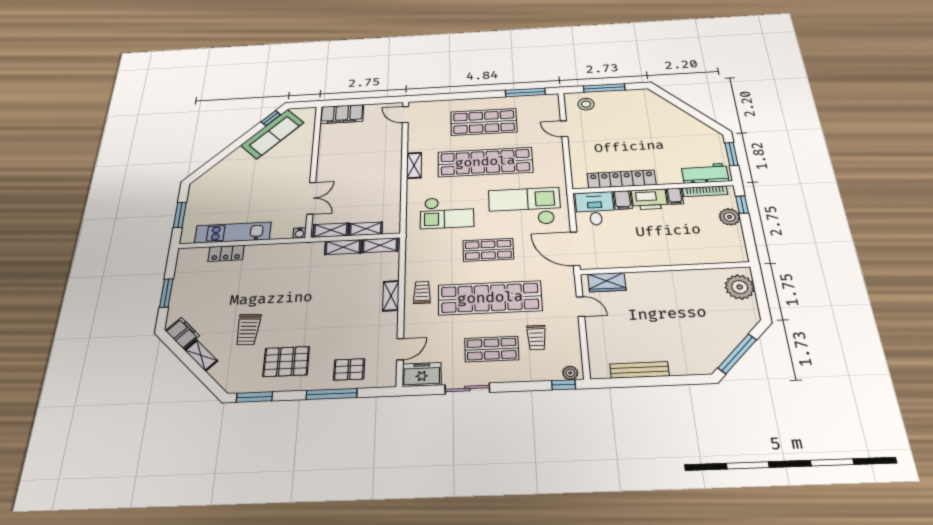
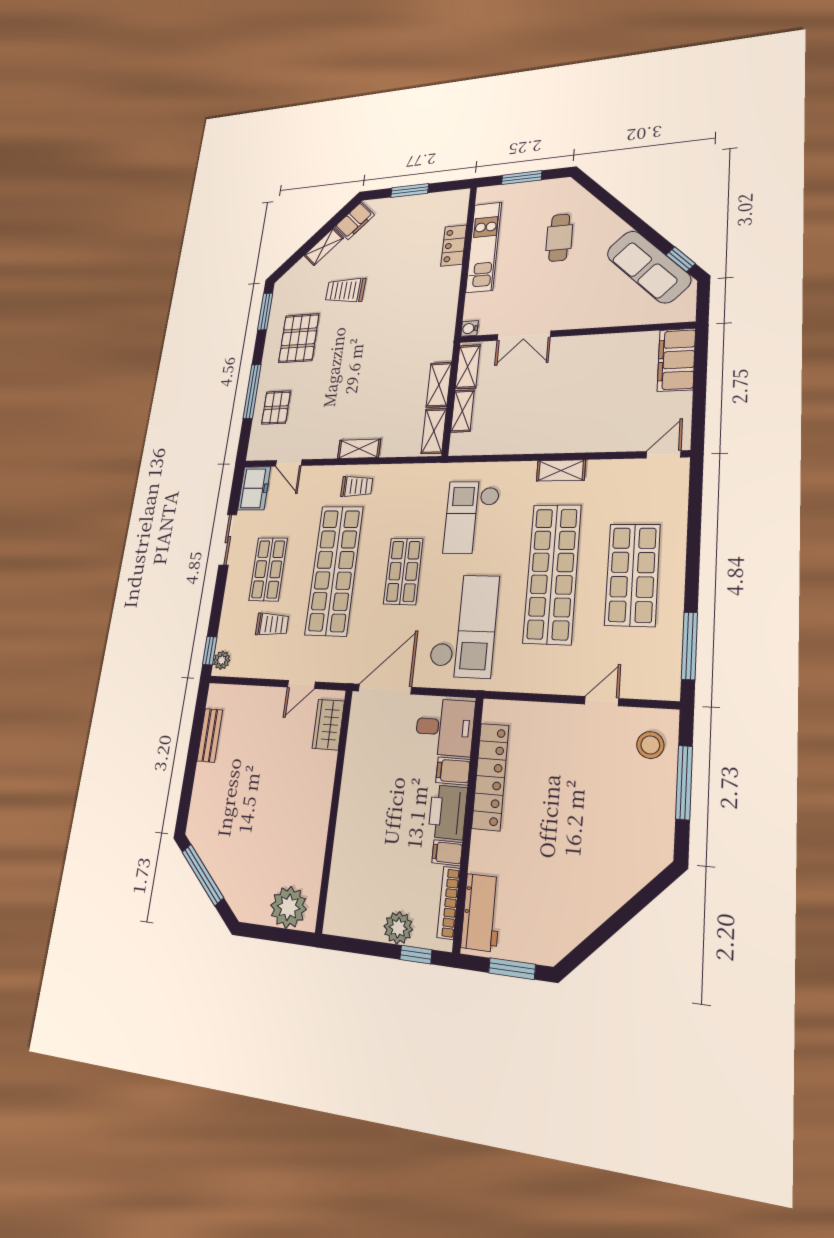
cafe table: (237, 186) -> (559, 238), added
trolley: (536, 337) -> (272, 624), turned 180
bench: (639, 370) -> (210, 735), width x0.73

